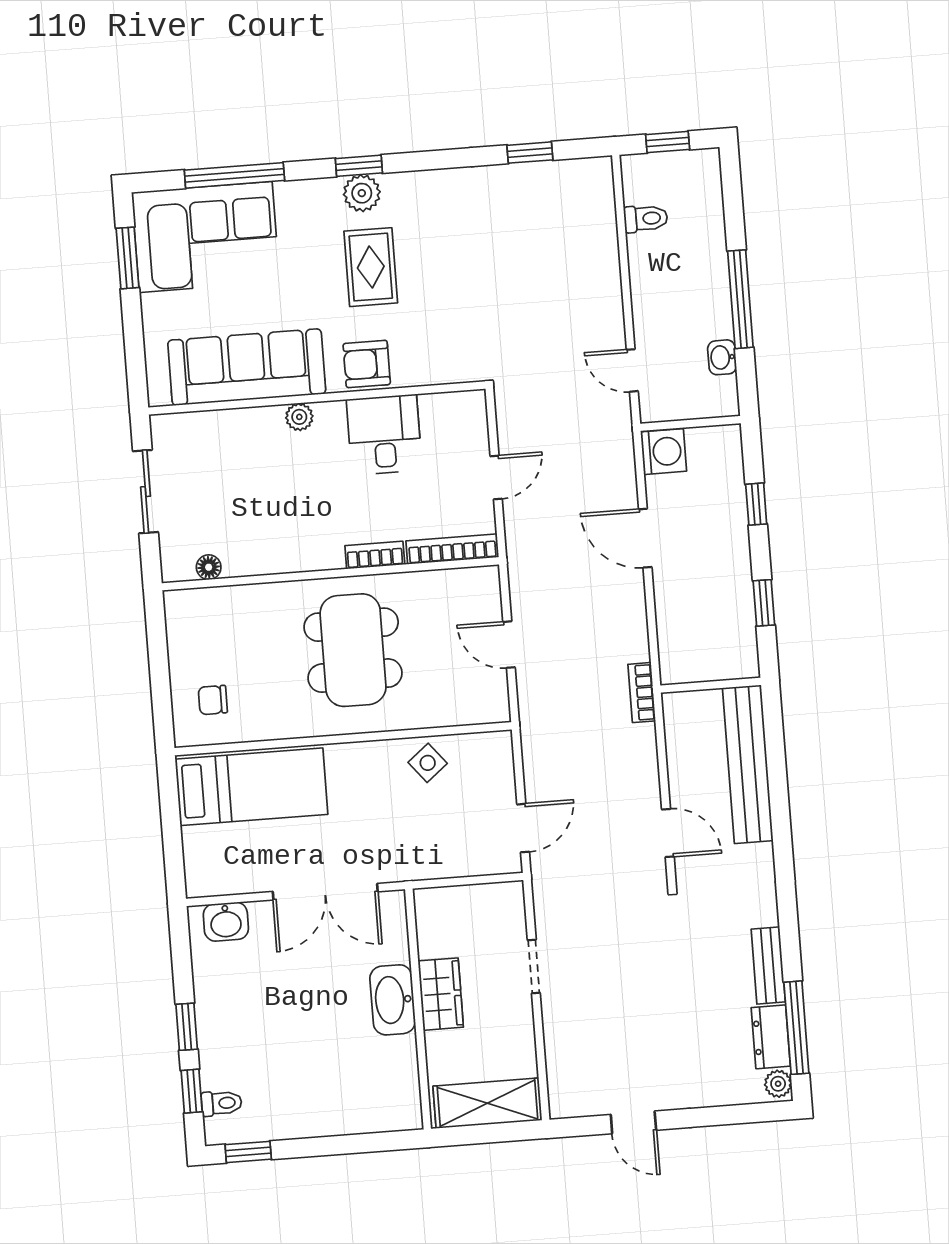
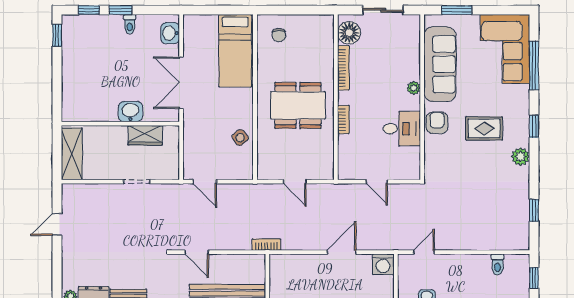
plant: (362, 193) -> (520, 157), moved
window: (128, 258) -> (457, 10), moved
bookcase: (452, 549) -> (343, 68), moved
floor lamp: (209, 567) -> (349, 33), width x1.89, depth x1.89
door: (509, 645) -> (295, 182), swing flipped
chair: (213, 700) -> (279, 35), turned 180
door: (668, 833) -> (197, 252), hinge flipped
wardrobe: (441, 994) -> (145, 135), moved
washbasin: (393, 1000) -> (130, 112), width x0.72
toilet: (221, 1103) -> (130, 24), moved

